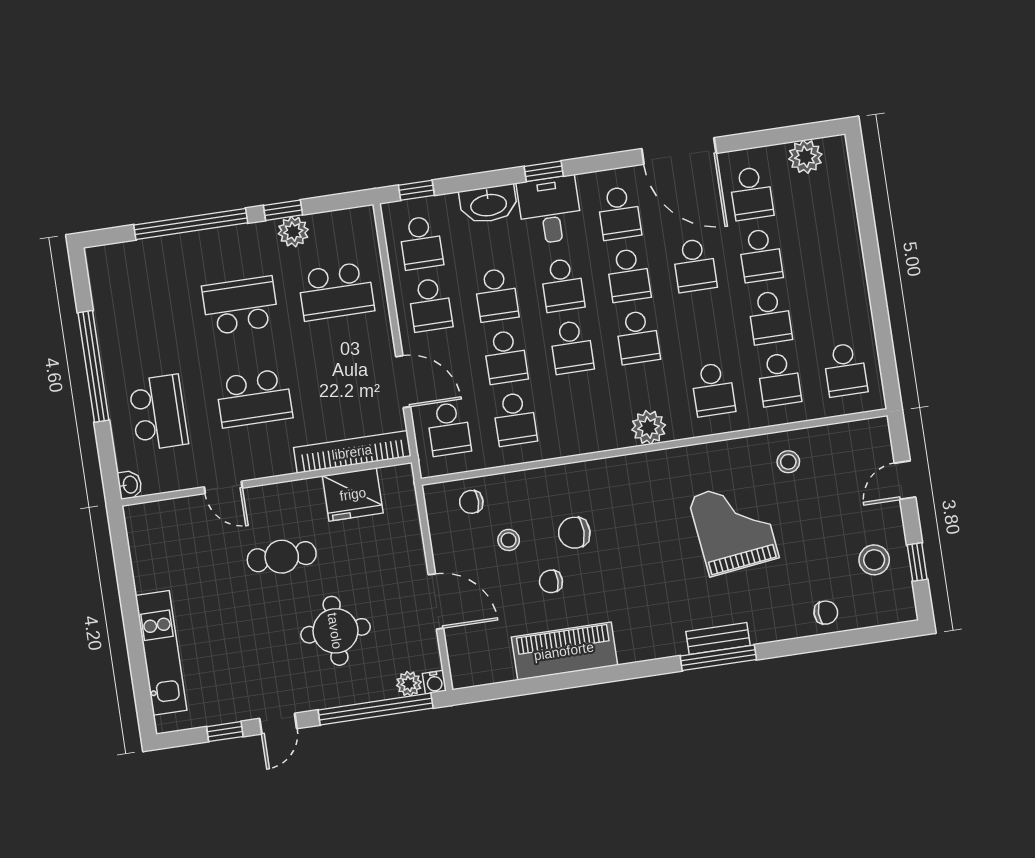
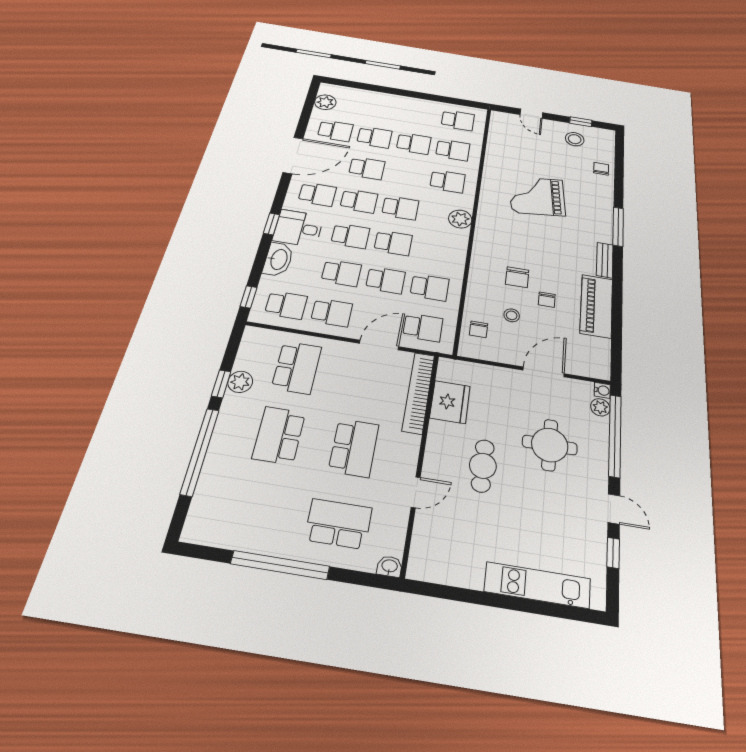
stool: (788, 462) -> (504, 160), removed
bench: (718, 638) -> (605, 260), moved

